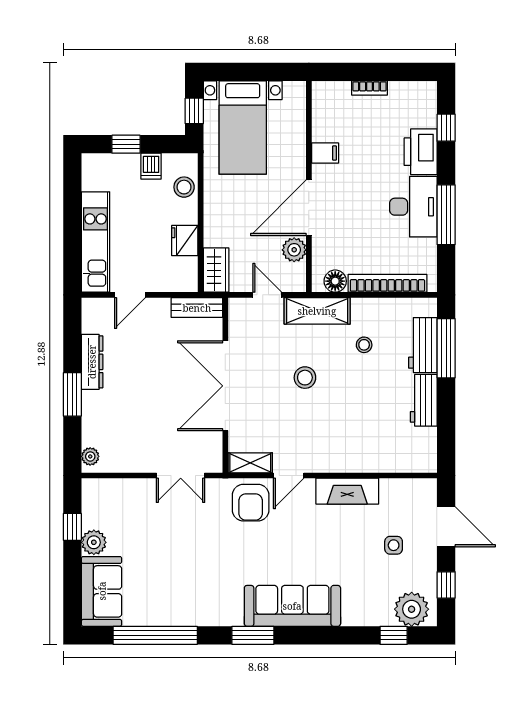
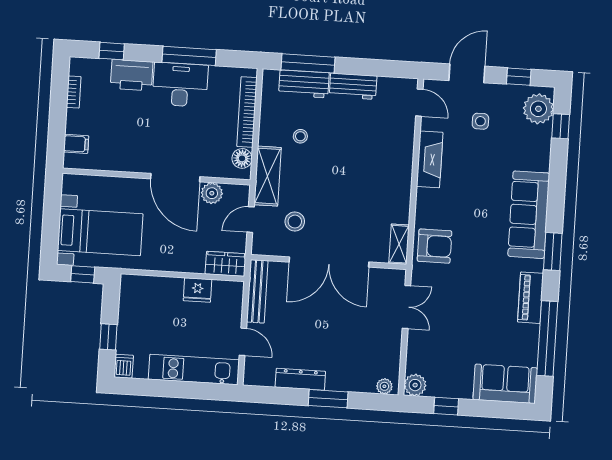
bookcase: (369, 88) -> (74, 92), moved
filing cabinet: (325, 153) -> (76, 144), moved, turned 90
dishwasher: (151, 166) -> (124, 366), moved, turned -90
stool: (184, 187) -> (150, 288), removed
bench: (197, 308) -> (257, 291), width x1.36
stool: (305, 378) -> (295, 222), moved
door: (289, 476) -> (419, 103), moved
plant: (94, 542) -> (415, 385), moved
piano: (200, 614) -> (530, 298), added

